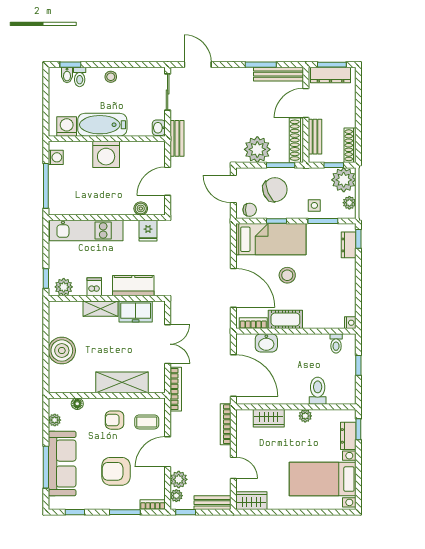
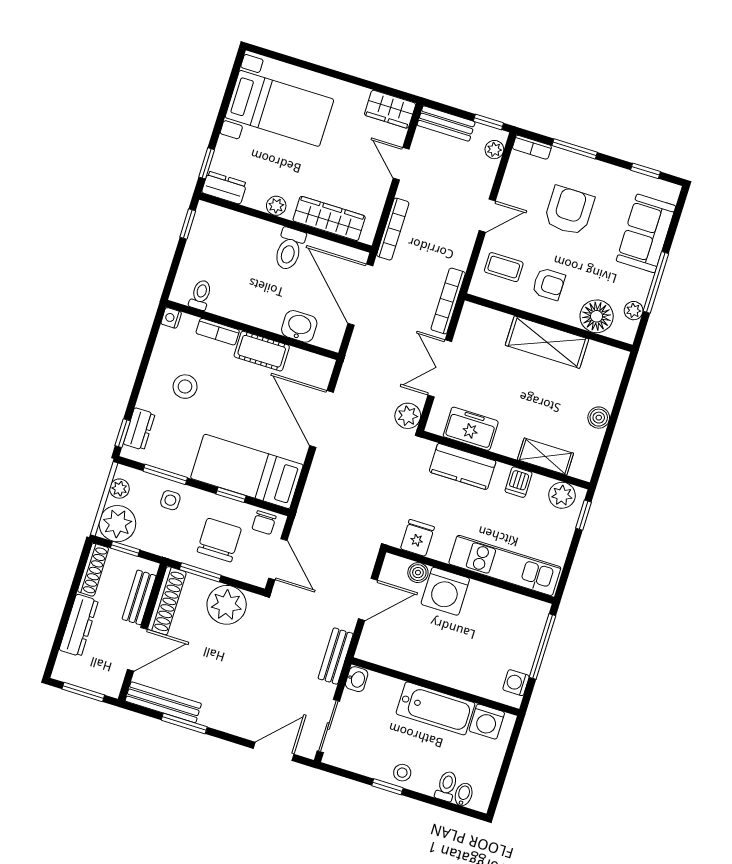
window: (70, 65) -> (387, 787), moved
door: (198, 65) -> (274, 751), swing flipped
dresser: (331, 75) -> (79, 625), moved, turned 90
washing machine: (106, 154) -> (445, 591), moved, turned 180
chair: (275, 190) -> (219, 540), turned 113
chair: (250, 210) -> (264, 523), turned -90
stool: (287, 275) -> (185, 387), moved
shelving: (100, 309) -> (545, 456), moved
bookcase: (253, 323) -> (218, 332), moved
boiler: (62, 351) -> (599, 418), width x0.54, depth x0.54
window: (358, 365) -> (188, 224), moved
shelving: (122, 382) -> (547, 342), moved
toilet: (318, 391) -> (289, 249), moved
floor lamp: (77, 404) -> (597, 316), width x1.89, depth x1.89
wardrobe: (269, 418) -> (329, 218), width x1.50
dresser: (348, 436) -> (224, 188), moved, turned -90
door: (168, 452) -> (487, 216), width x0.73
sofa: (62, 464) -> (646, 233), width x0.73
window: (46, 467) -> (656, 282), moved
armchair: (116, 471) -> (569, 211), turned -90
plant: (179, 479) -> (408, 416), moved

